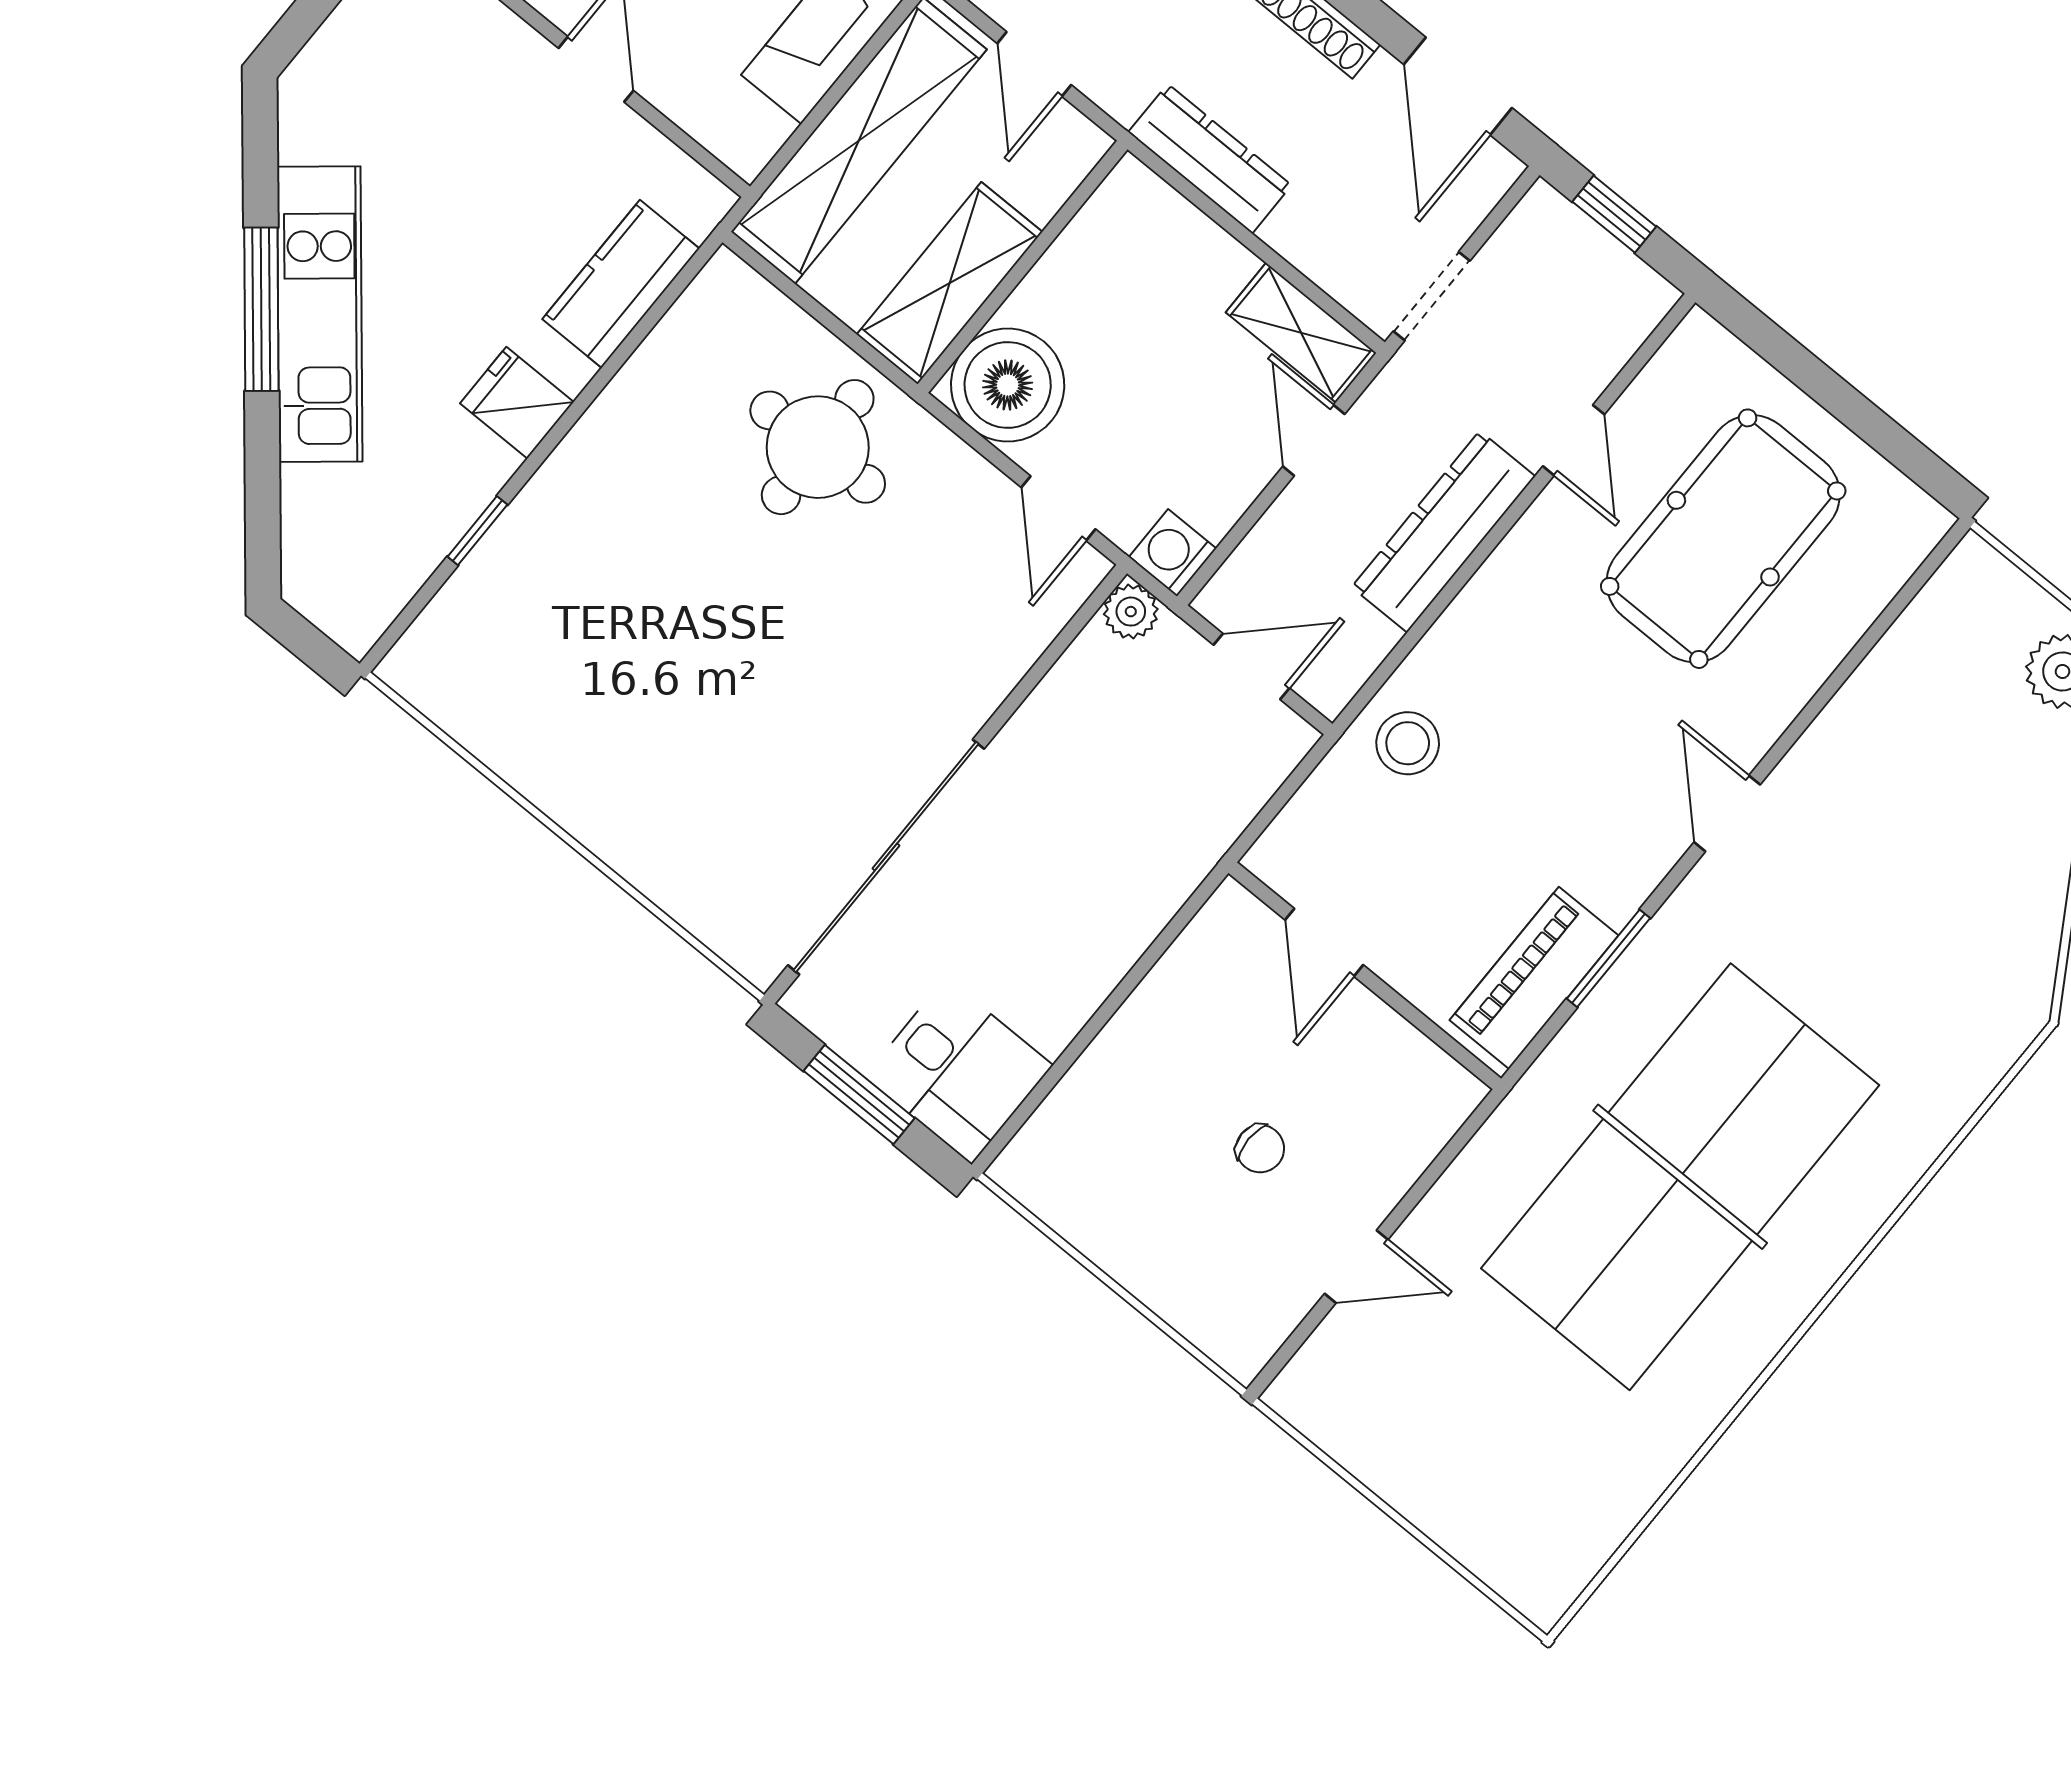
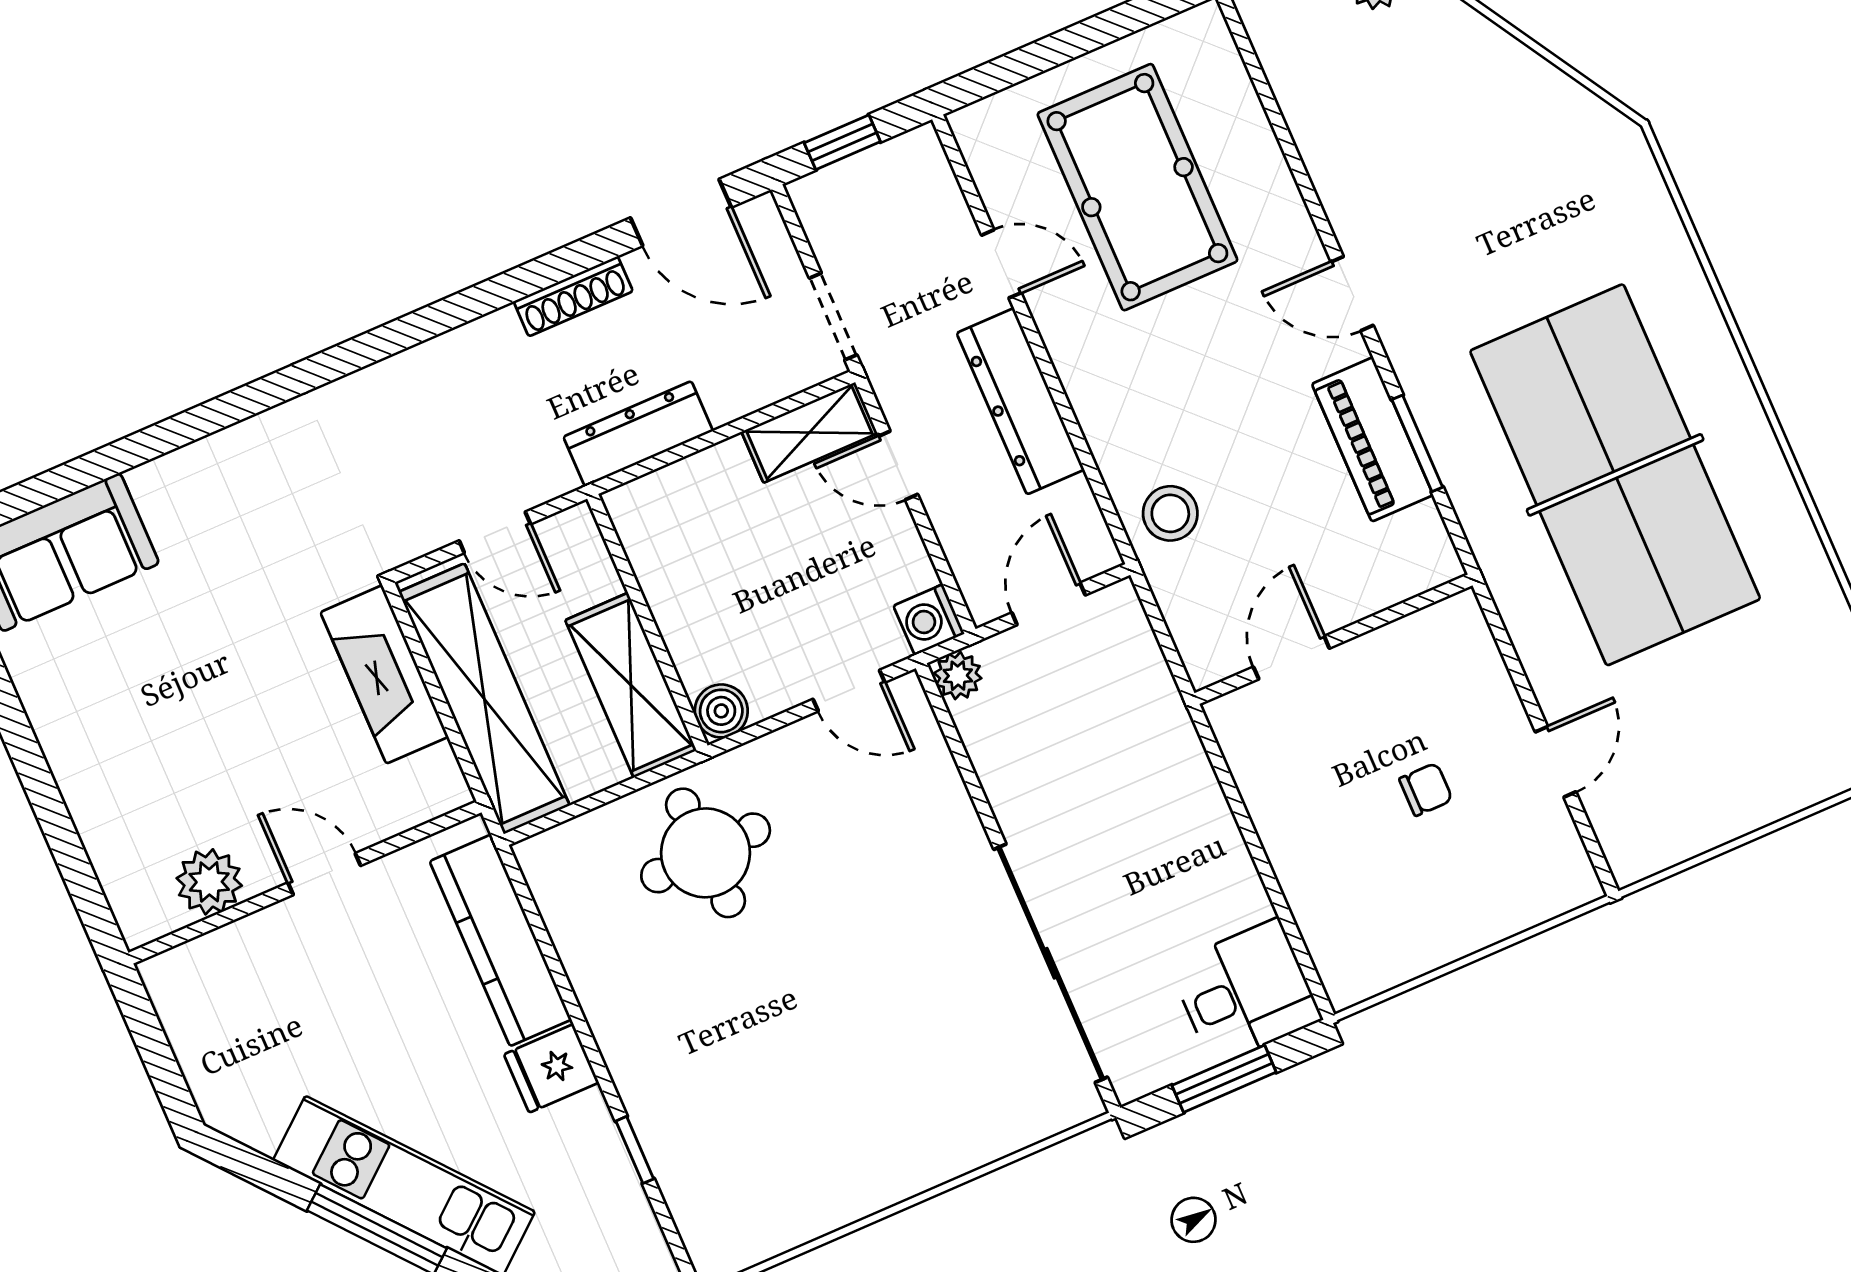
kitchen counter: (621, 284) -> (501, 940), width x1.50
boiler: (1008, 385) -> (721, 711), width x0.54, depth x0.54
door: (1324, 942) -> (1291, 658), swing flipped
piano: (1534, 978) -> (1372, 439), moved

